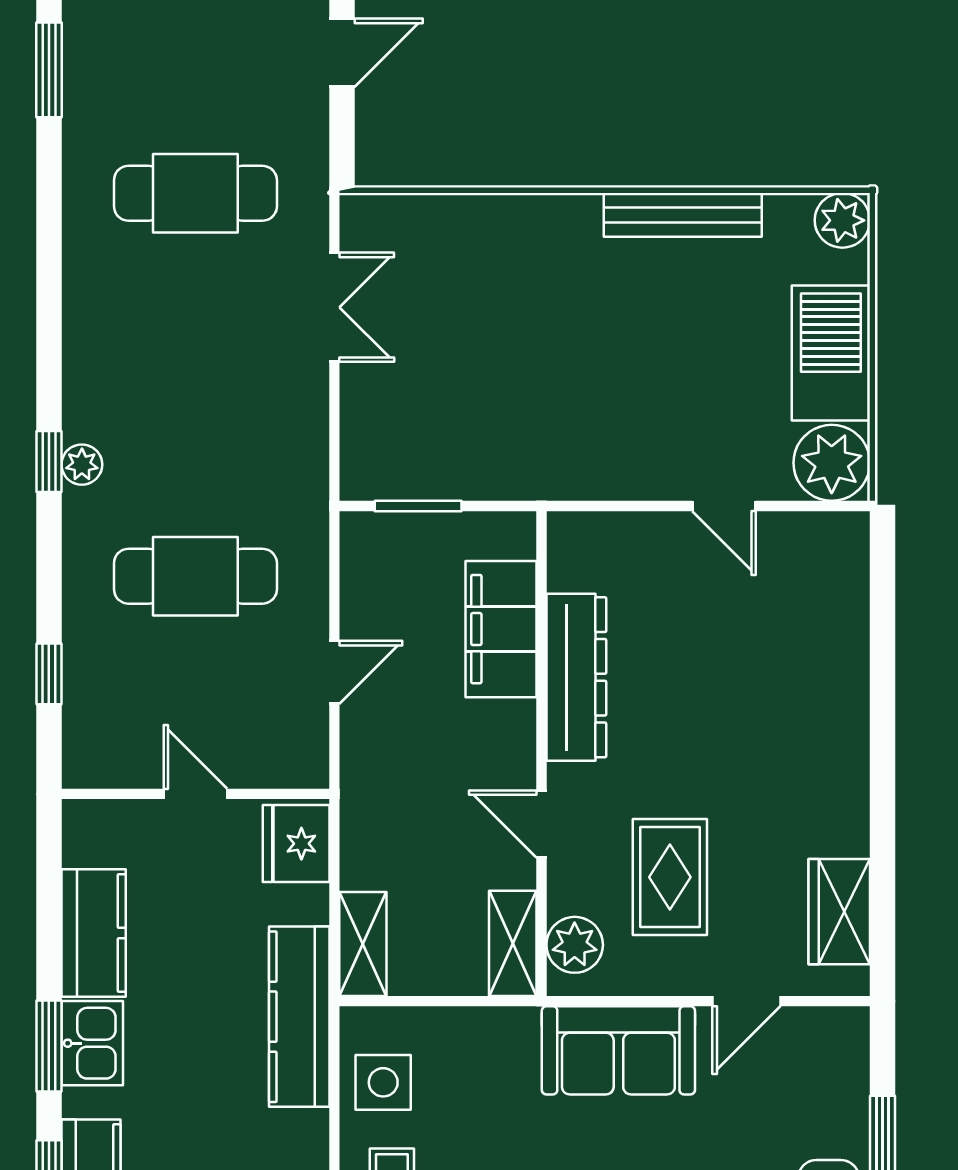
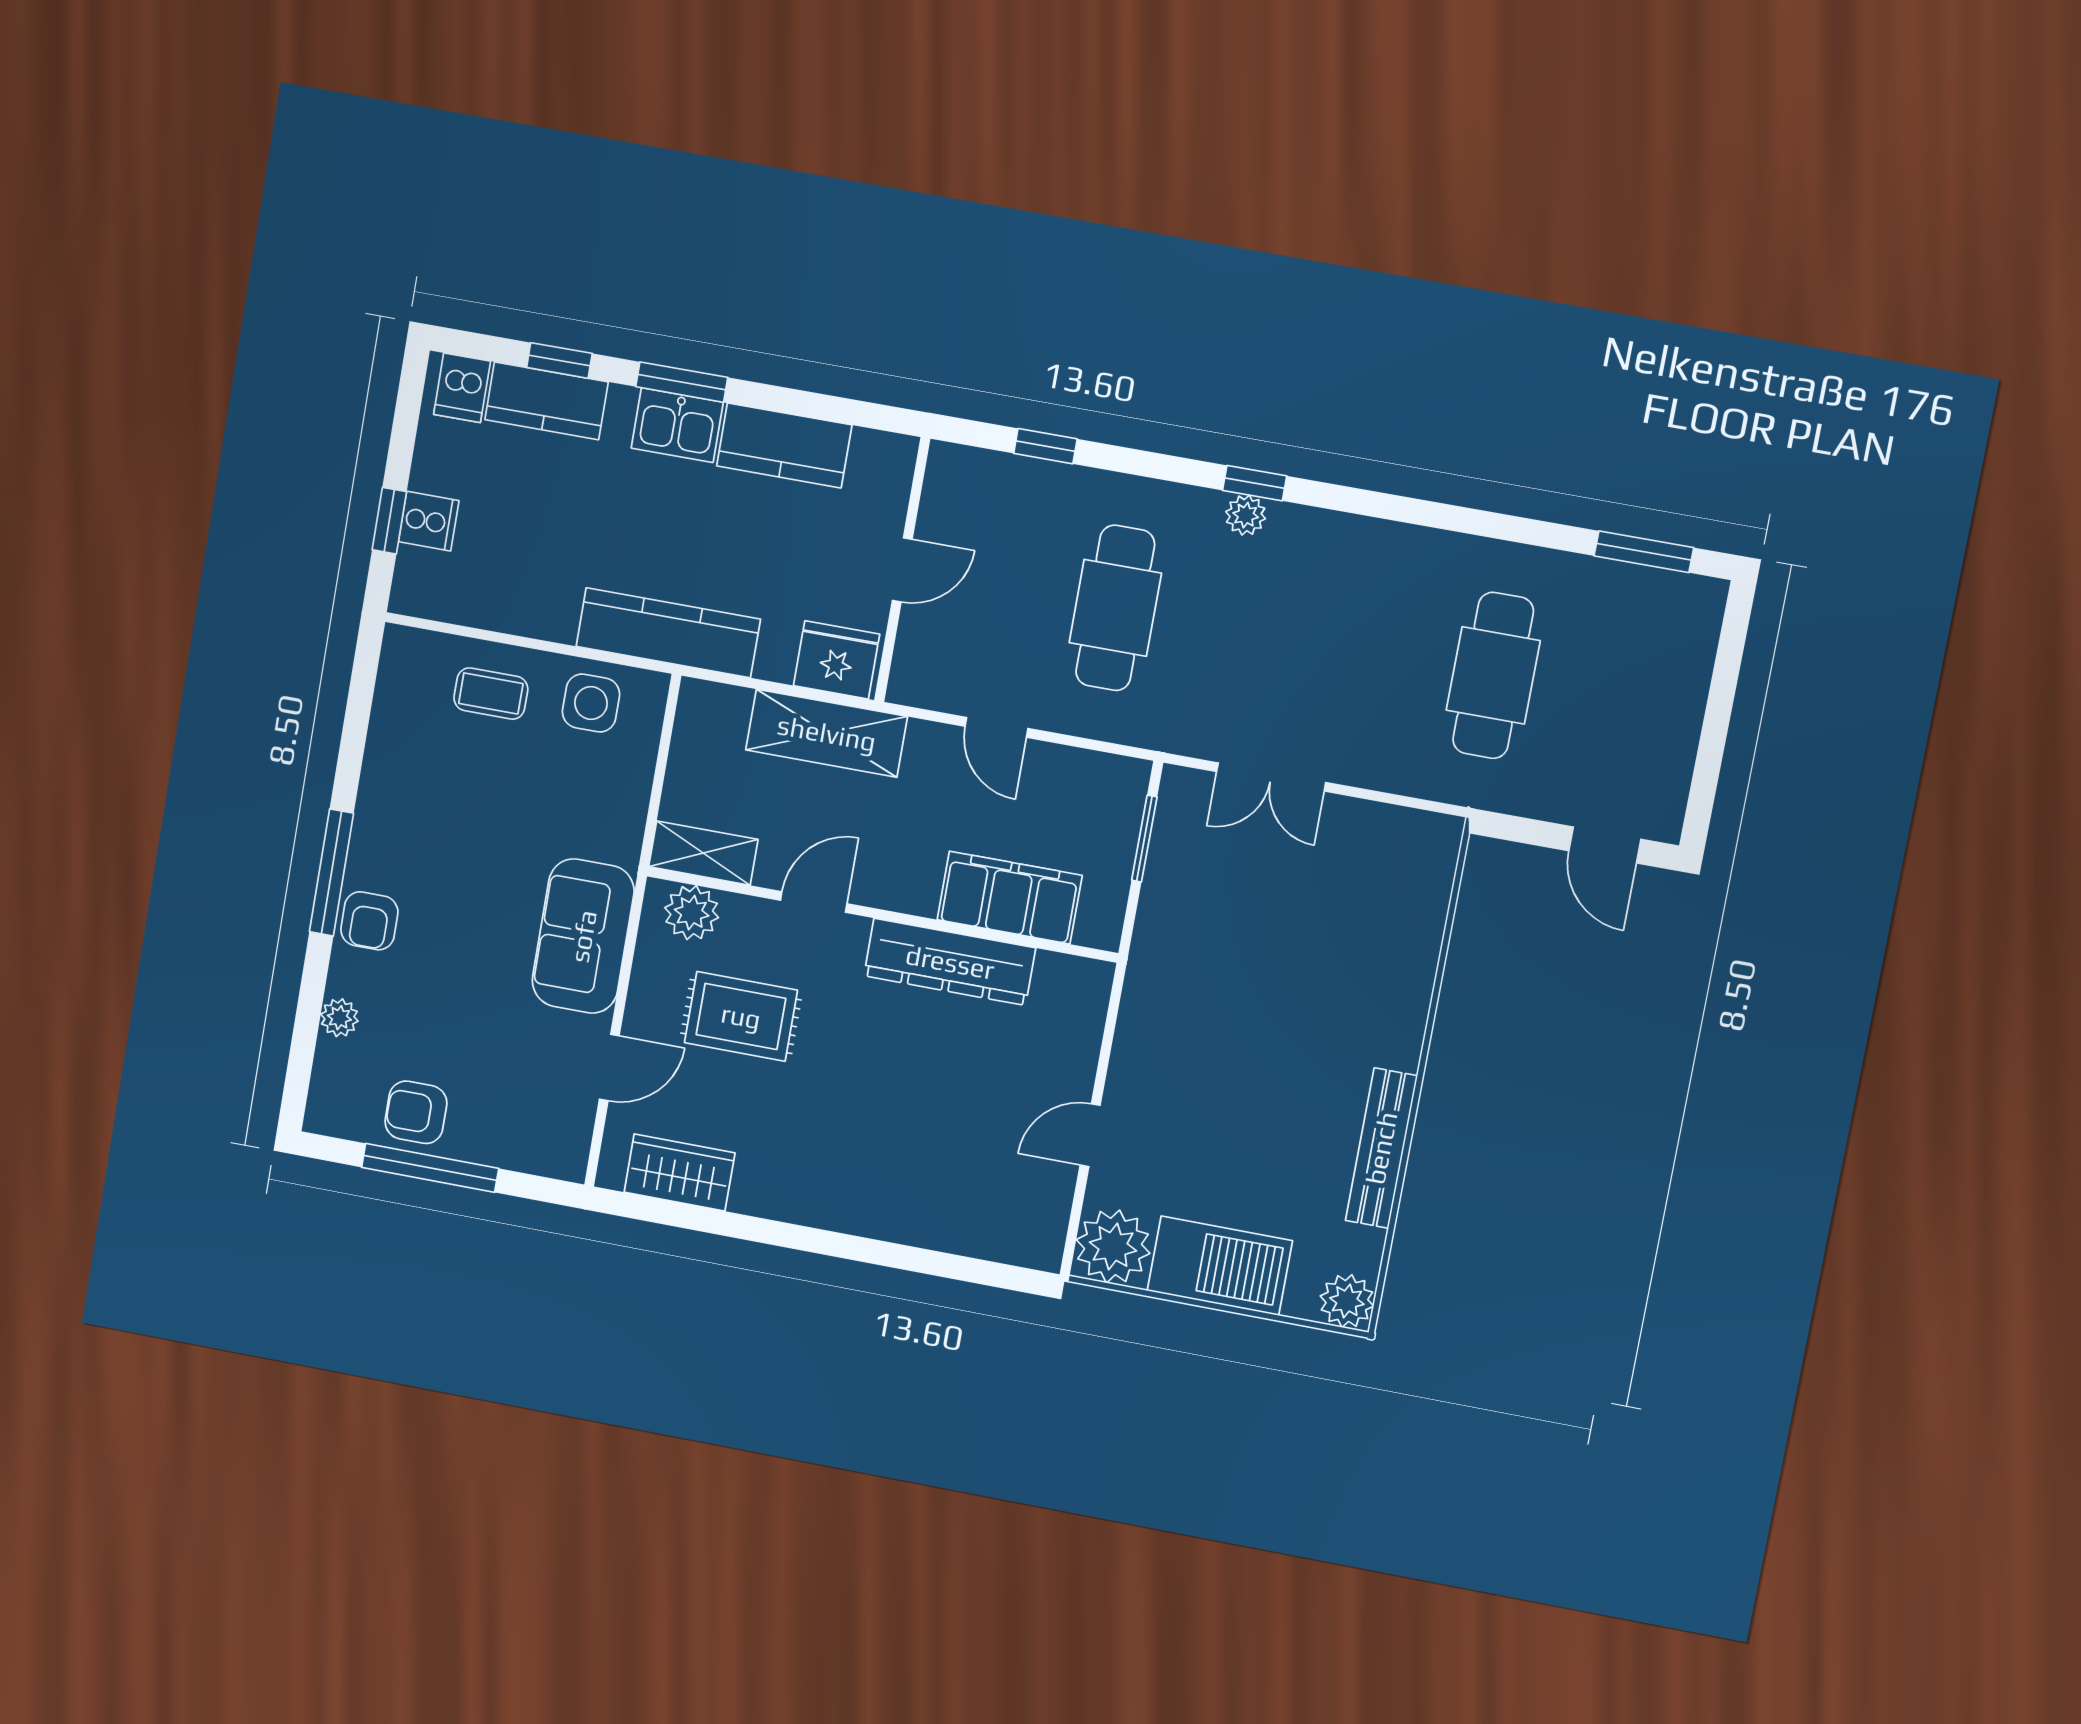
double door: (334, 307) -> (1271, 777), moved
shelving: (363, 944) -> (827, 733), moved, width x1.50, depth x1.33
door: (746, 1001) -> (609, 1068), swing flipped

